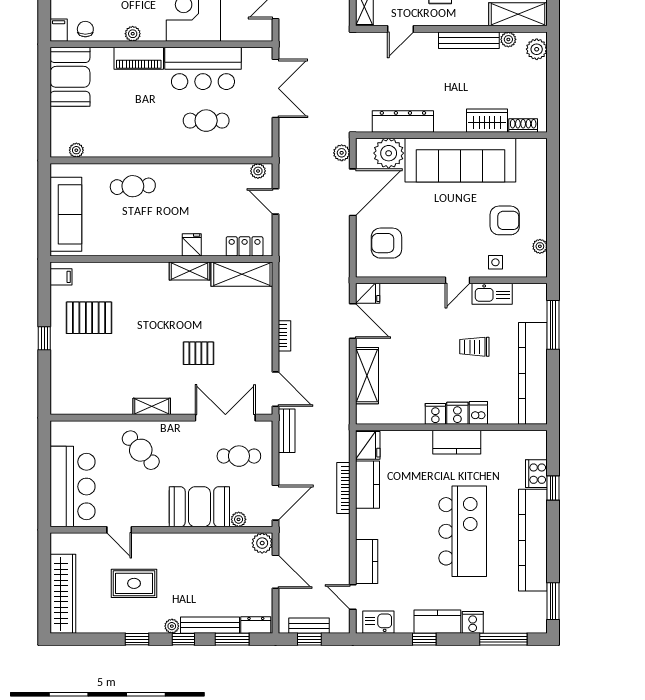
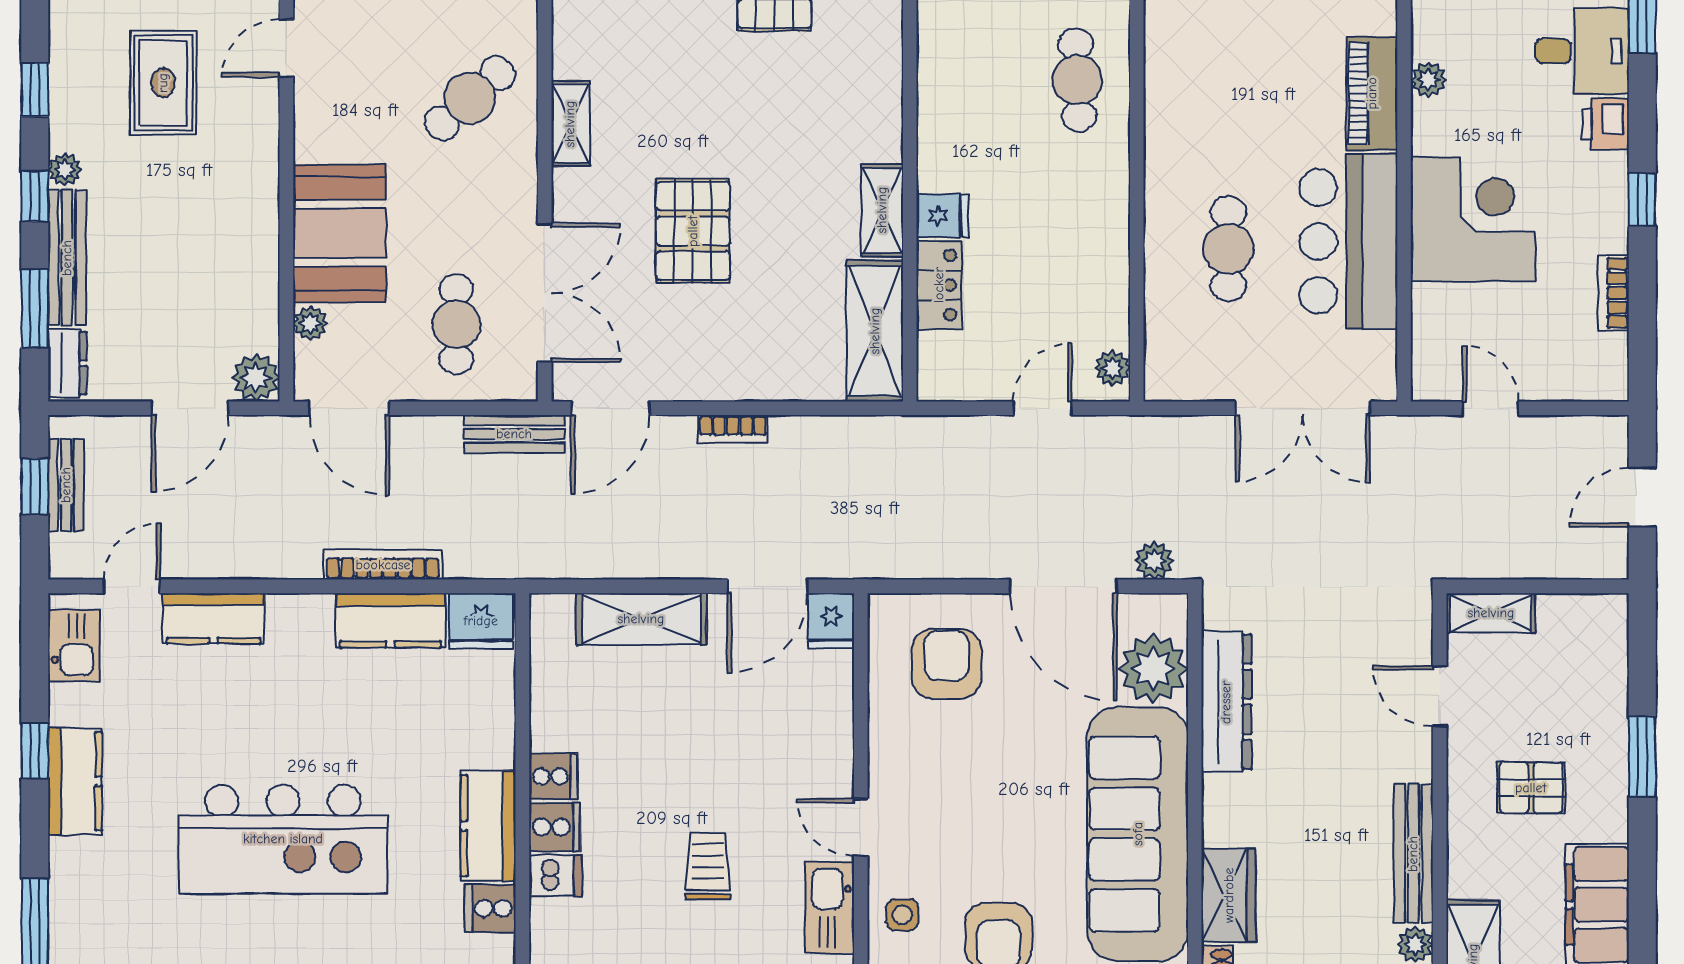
locker: (245, 246) -> (939, 285), moved
pallet: (198, 353) -> (693, 231), width x1.50, depth x1.42
cooker: (473, 622) -> (490, 908), moved, turned 180

